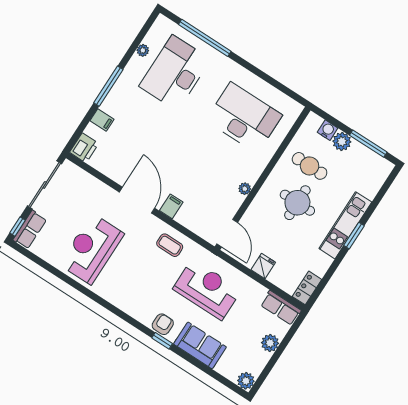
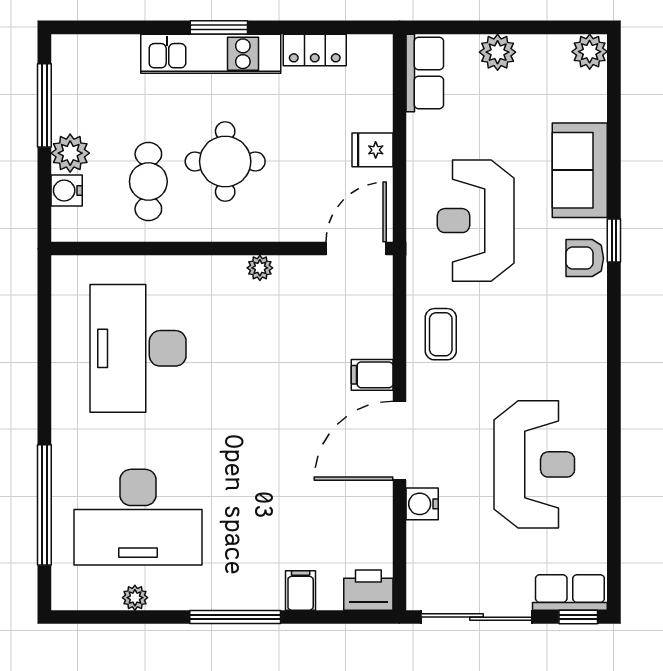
water cooler: (105, 193) -> (422, 504), added
reception desk: (92, 249) -> (534, 464), turned -90
locker: (307, 288) -> (315, 50), moved

